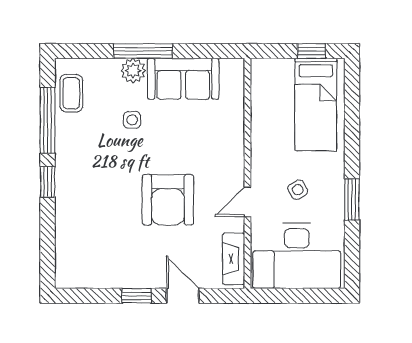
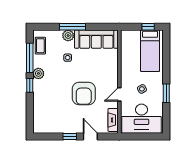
sofa: (183, 79) -> (96, 39), width x1.36
plant: (67, 155) -> (38, 73), added

